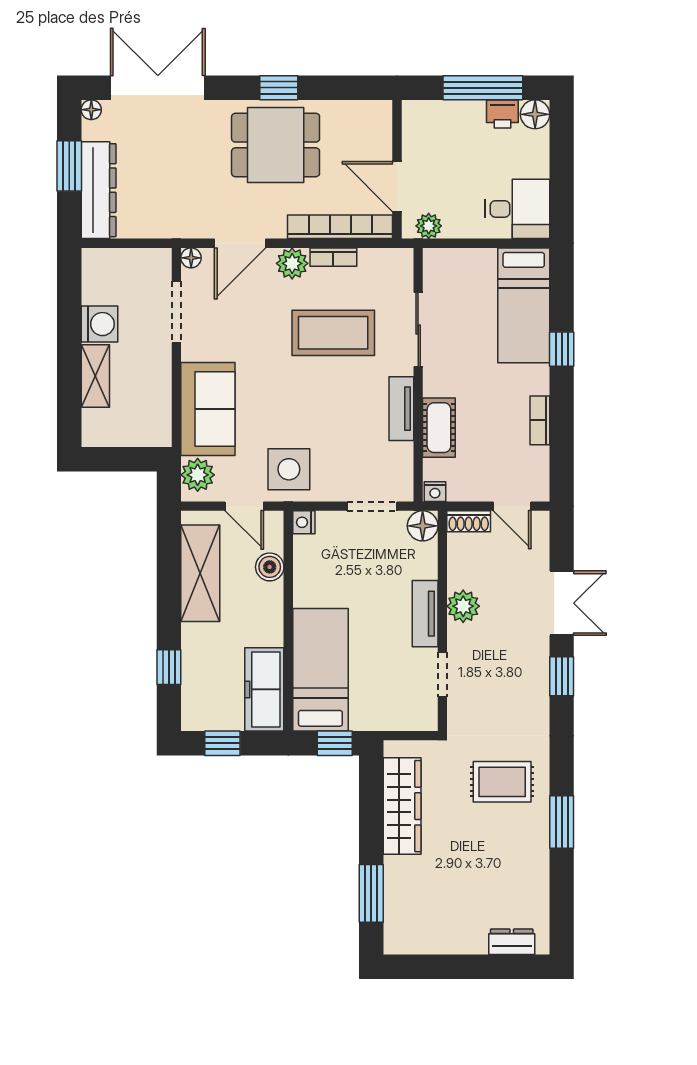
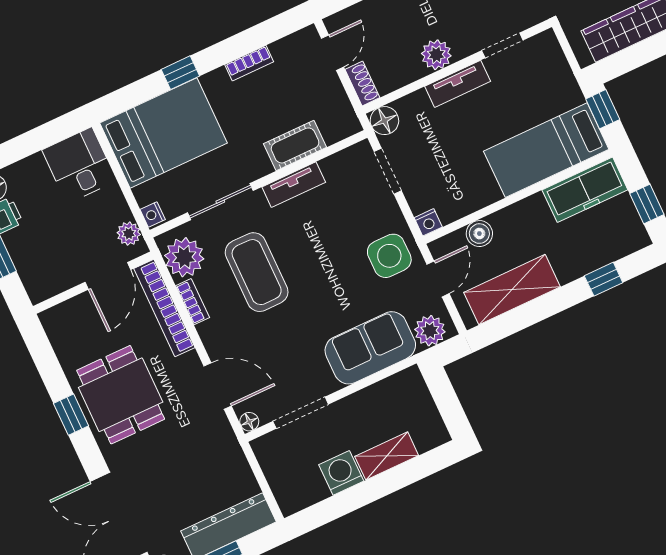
plant: (292, 263) -> (184, 257), moved, width x1.36, depth x1.36
bed: (524, 305) -> (163, 133), width x1.50
nightstand: (435, 492) -> (153, 215), moved, turned 180

